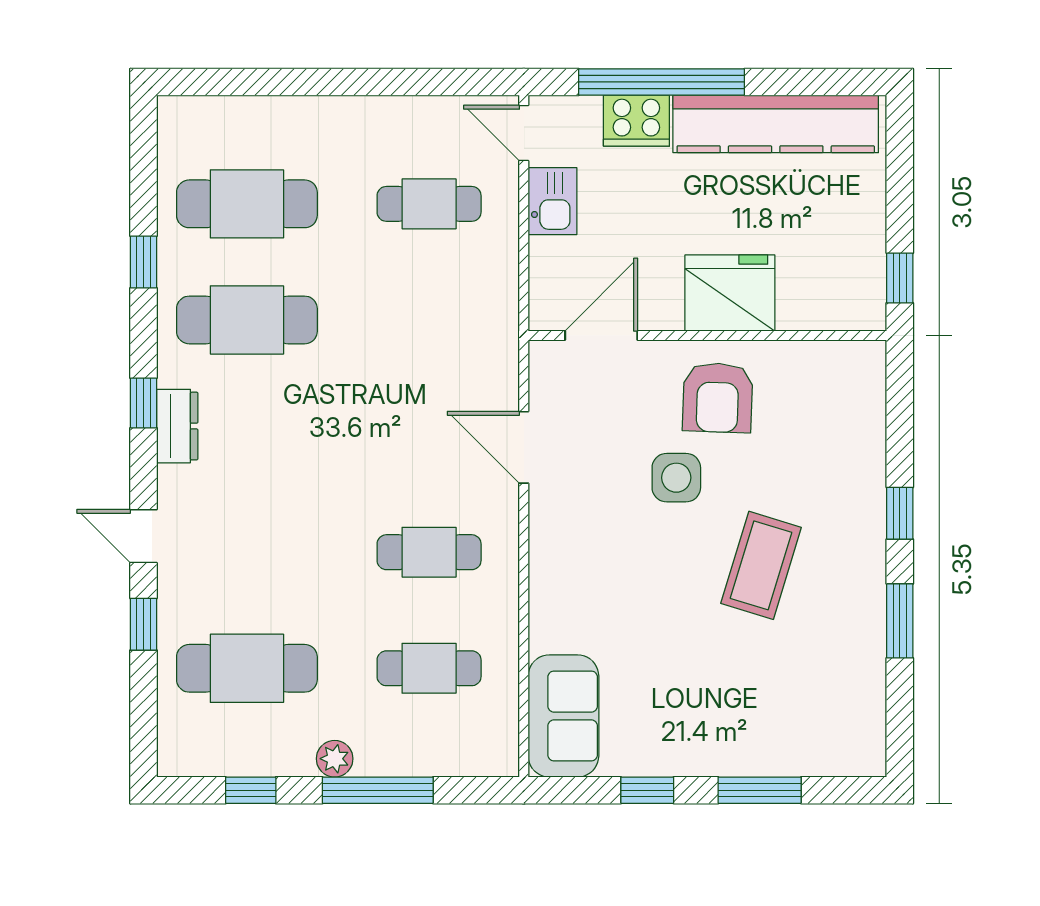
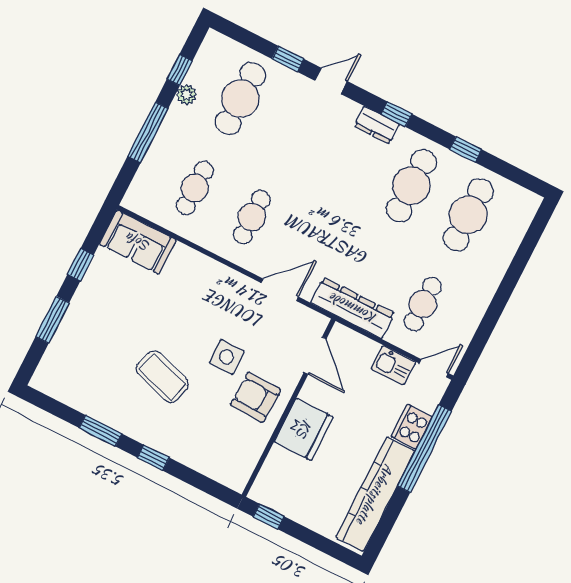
dresser: (493, 314) -> (353, 308), added
plant: (335, 759) -> (187, 95), moved

